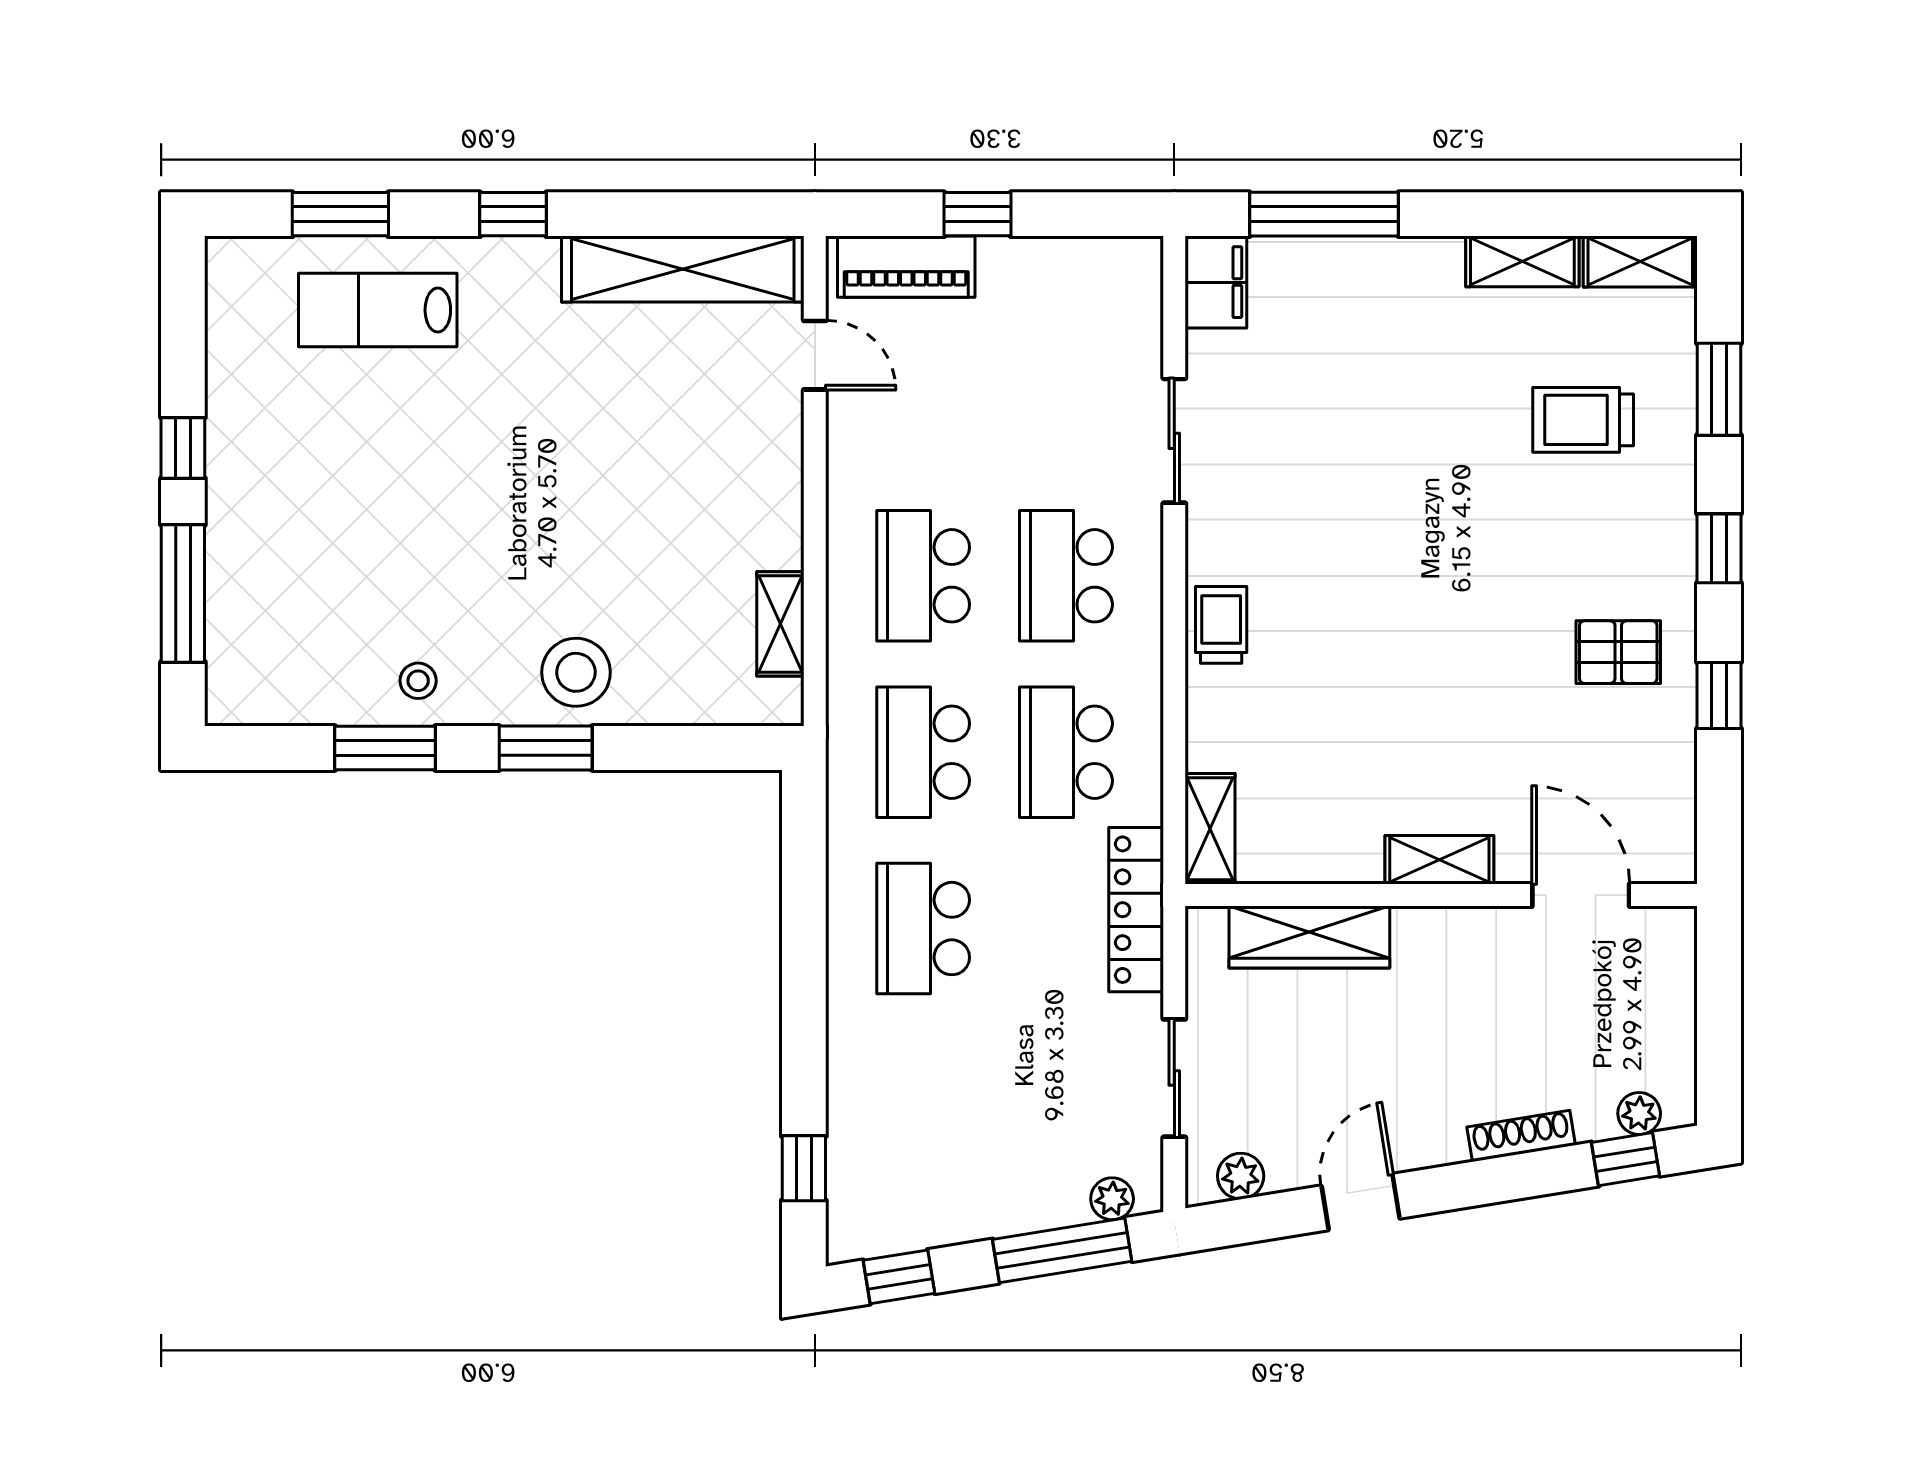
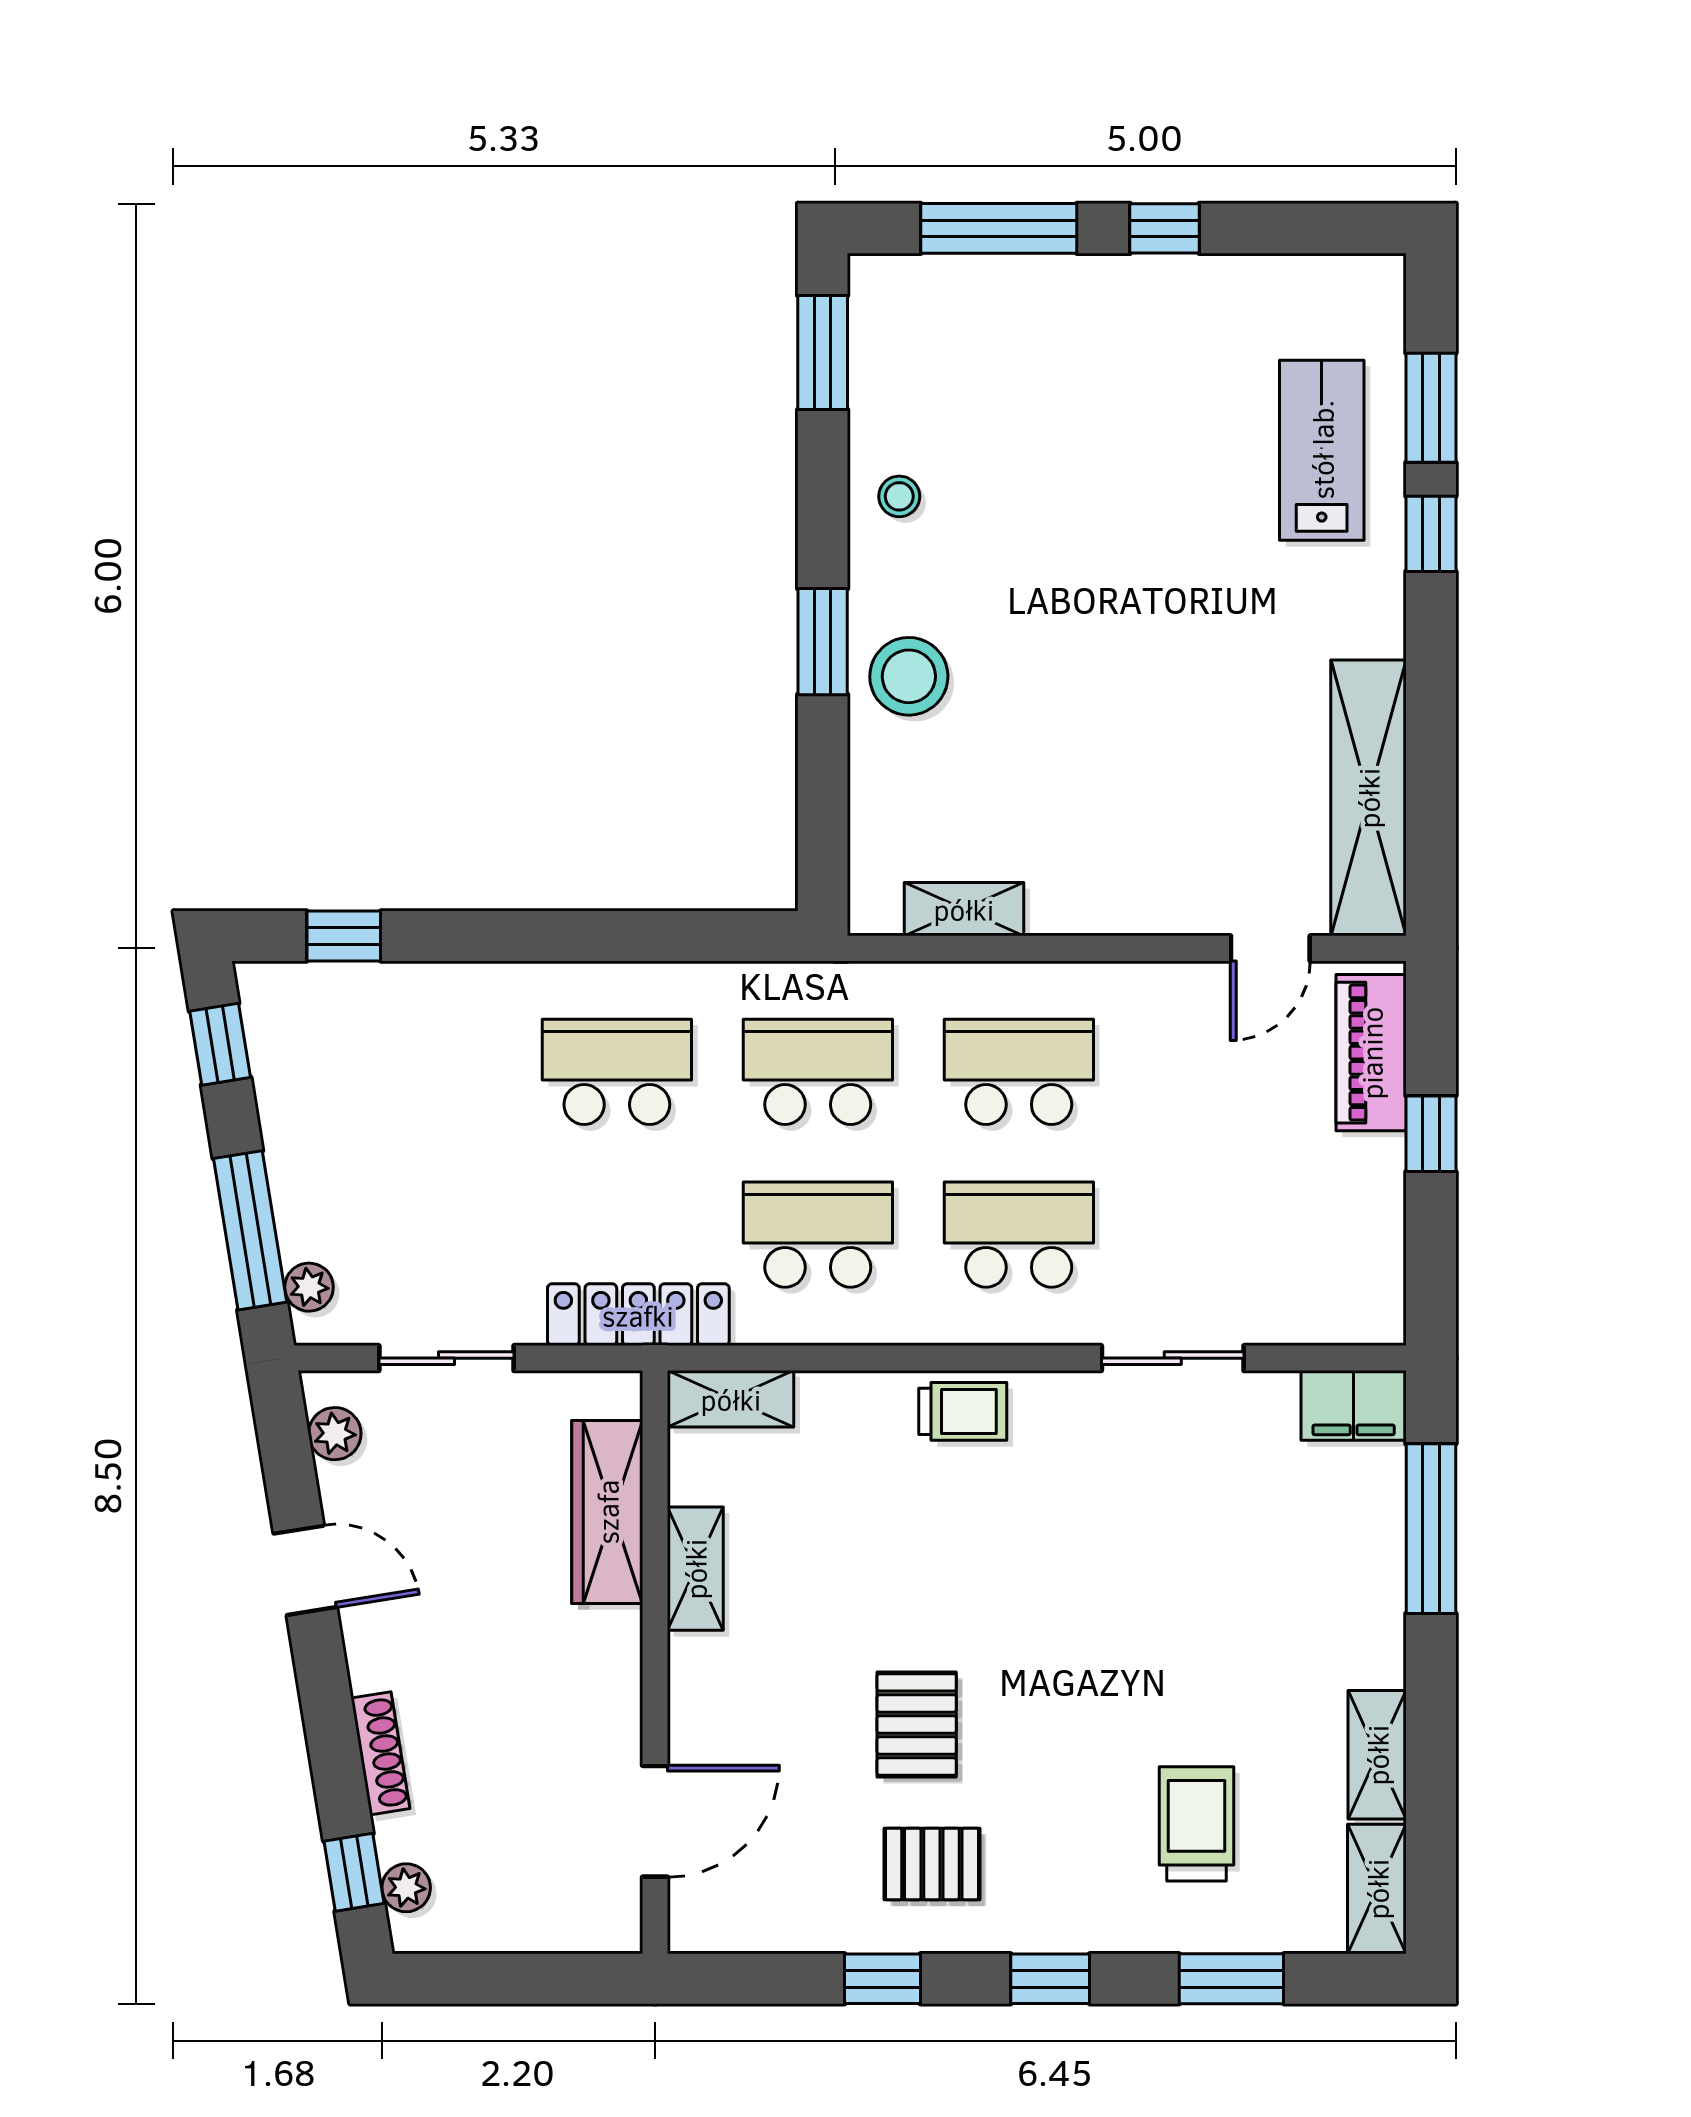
window: (513, 214) -> (1431, 534), moved
pallet: (1618, 652) -> (932, 1864), turned 90
pallet: (1496, 665) -> (917, 1724), added
window: (385, 748) -> (823, 353), moved
shelving: (1439, 860) -> (695, 1569), moved

